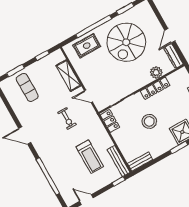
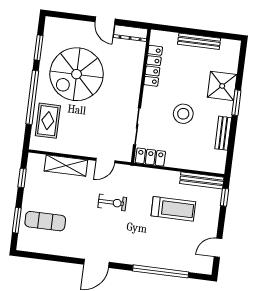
spiral stairs: (126, 42) -> (77, 74), turned 90
plant: (156, 72) -> (135, 66), removed
locker: (155, 88) -> (153, 66), moved
bench: (140, 161) -> (223, 133), moved

